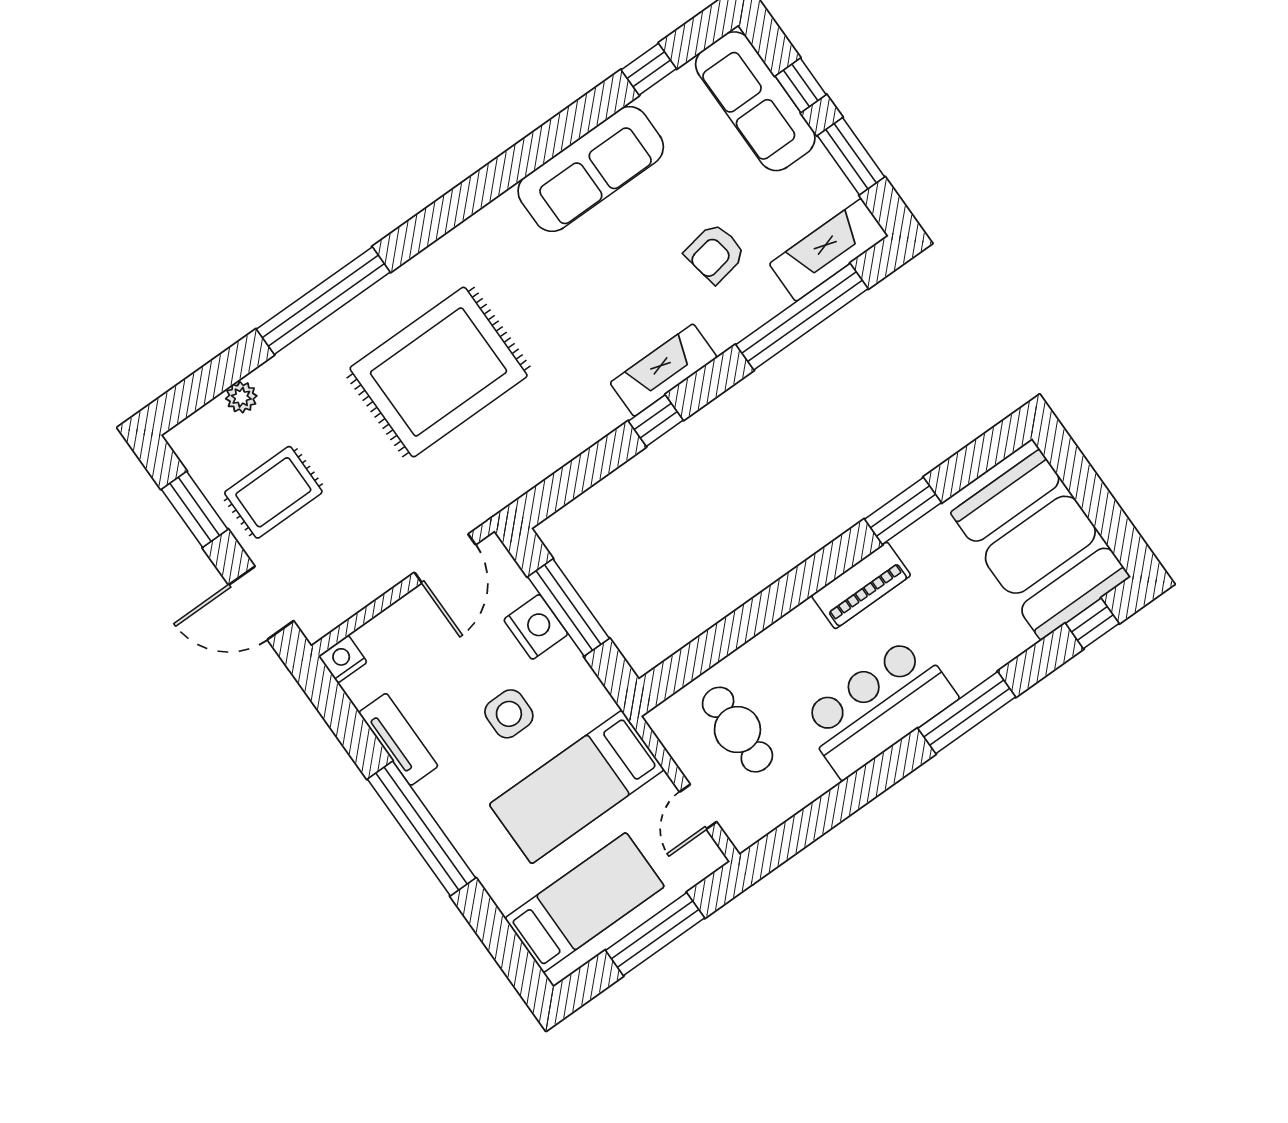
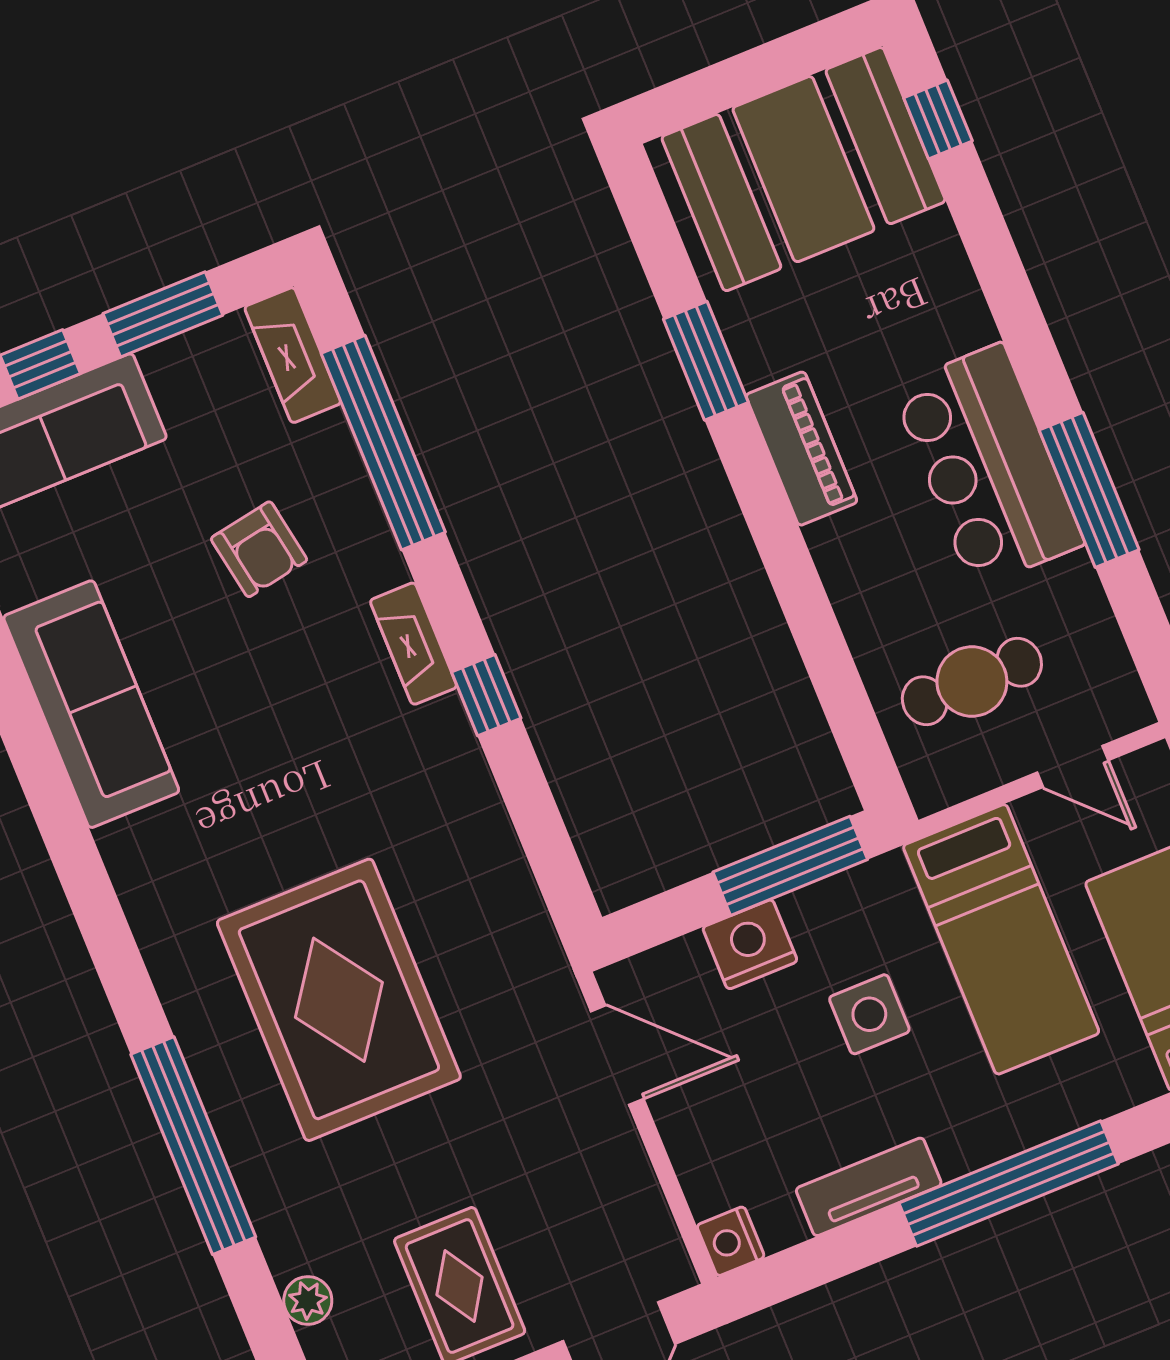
fireplace: (829, 250) -> (293, 355), width x0.73, depth x0.76
fireplace: (664, 370) -> (413, 644), width x0.73, depth x0.76
window: (568, 608) -> (790, 866), moved
window: (967, 713) -> (1089, 490), moved

